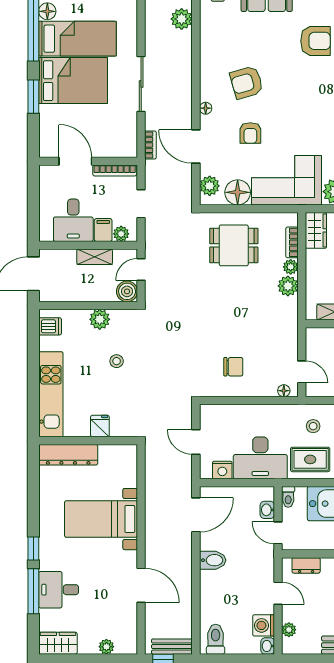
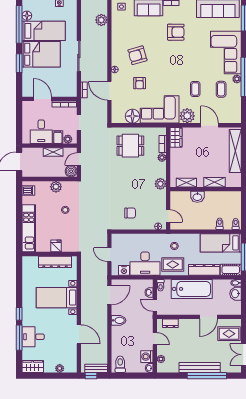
plant: (210, 186) -> (117, 113), removed
plant: (288, 286) -> (160, 184), moved
dresser: (68, 455) -> (55, 262), moved

